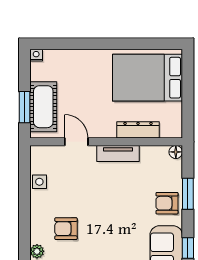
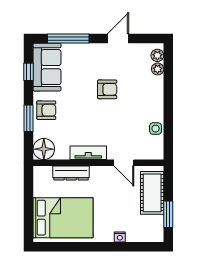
nightstand: (36, 55) -> (120, 237), moved
window: (24, 107) -> (168, 214), moved
floor lamp: (176, 152) -> (44, 149), width x1.89, depth x1.89
armchair: (66, 229) -> (107, 89), moved

